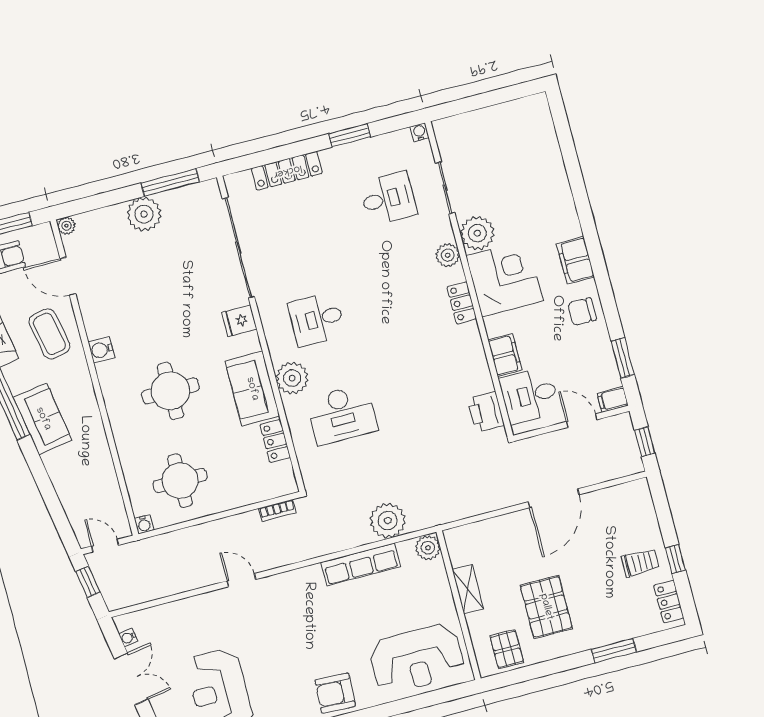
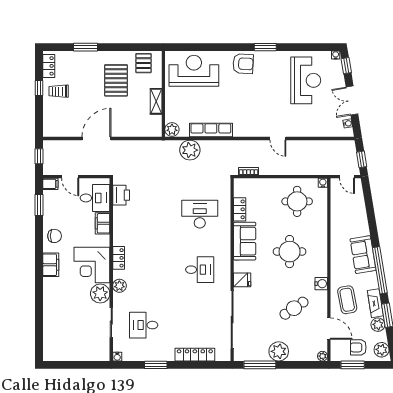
cafe table: (137, 295) -> (294, 308), added
plant: (292, 378) -> (222, 241), removed

